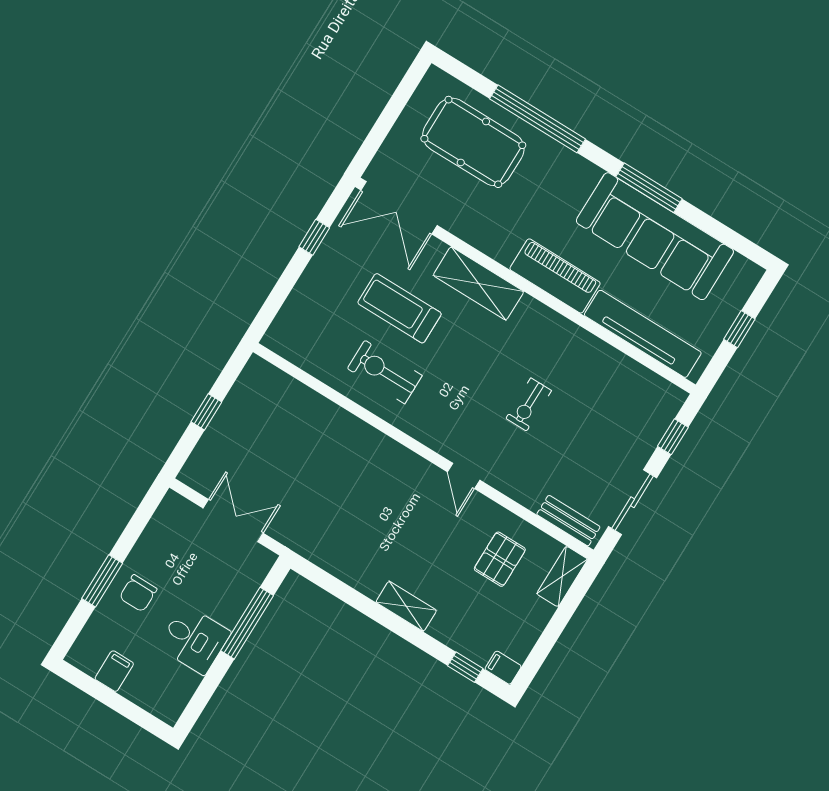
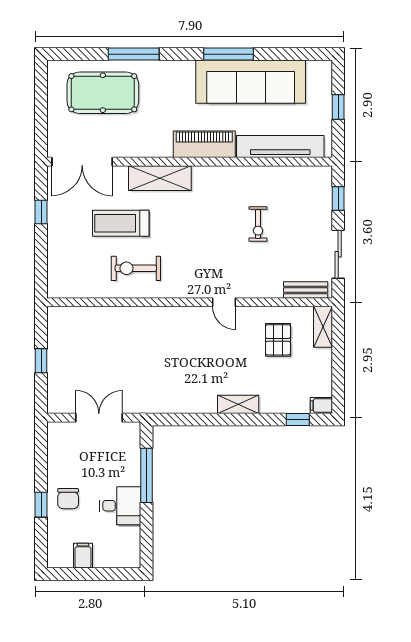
window: (537, 119) -> (134, 54), width x0.68
exercise bike: (529, 404) -> (258, 224), moved
window: (102, 581) -> (41, 505), width x0.67

